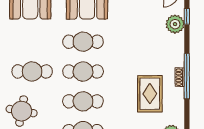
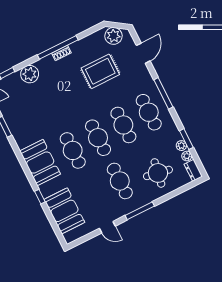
plant: (175, 24) -> (30, 74), moved
rug: (150, 94) -> (100, 71), moved

